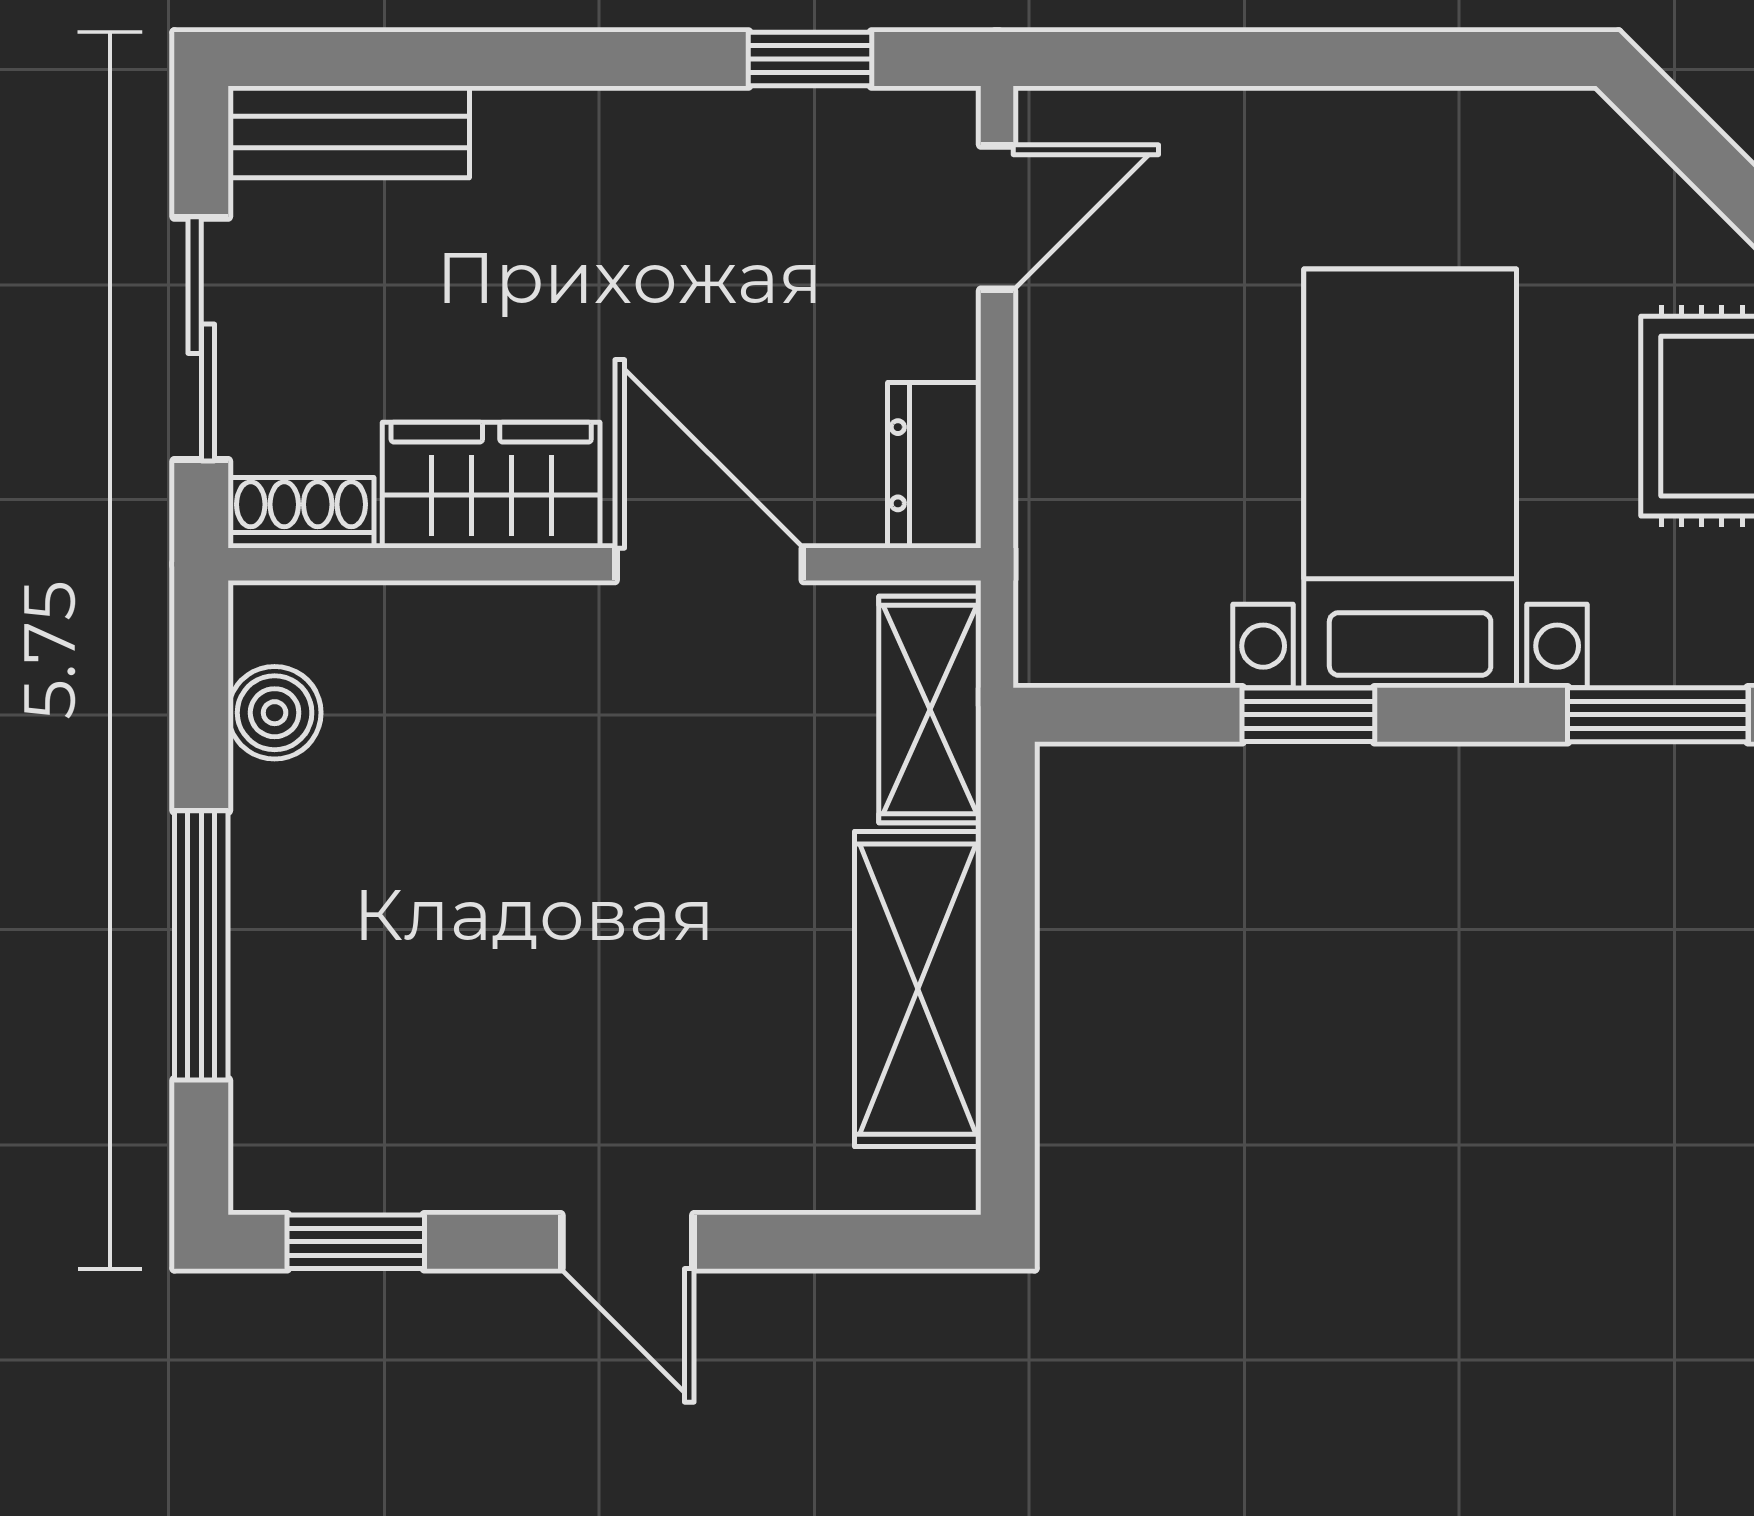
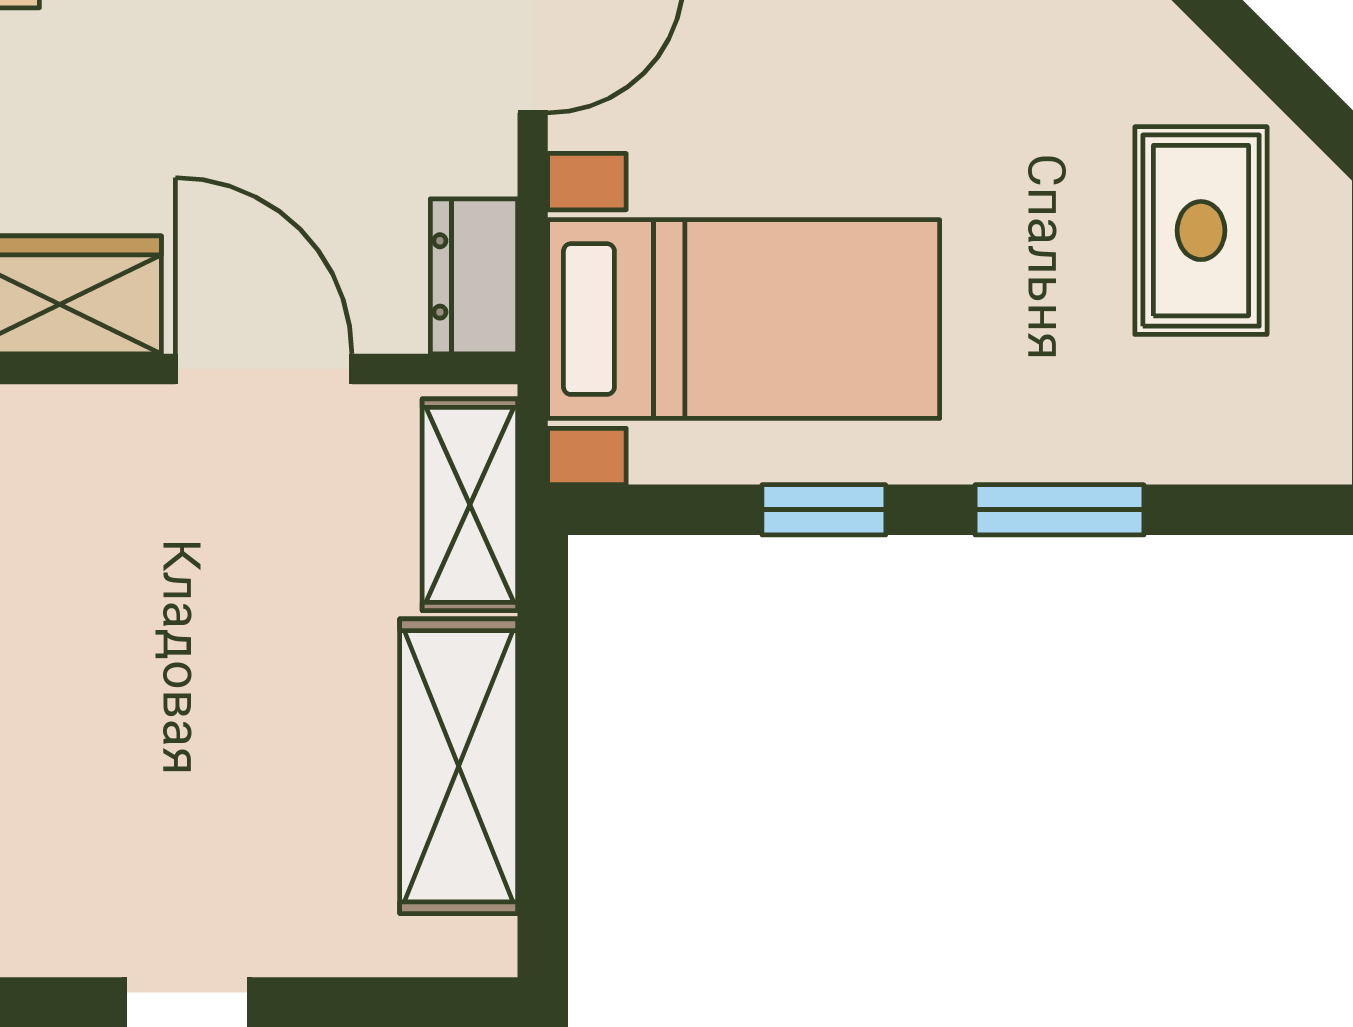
bed with nightstands: (1410, 478) -> (744, 319), moved, turned 90
window: (1658, 715) -> (1060, 510), moved

